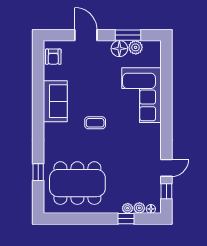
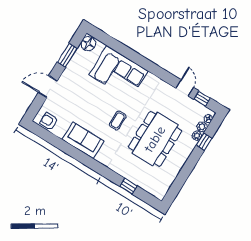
plant: (136, 47) -> (80, 55), removed
floor lamp: (119, 49) -> (88, 44), moved
armchair: (53, 57) -> (49, 121), turned 180
dining table: (77, 183) -> (155, 139), moved

